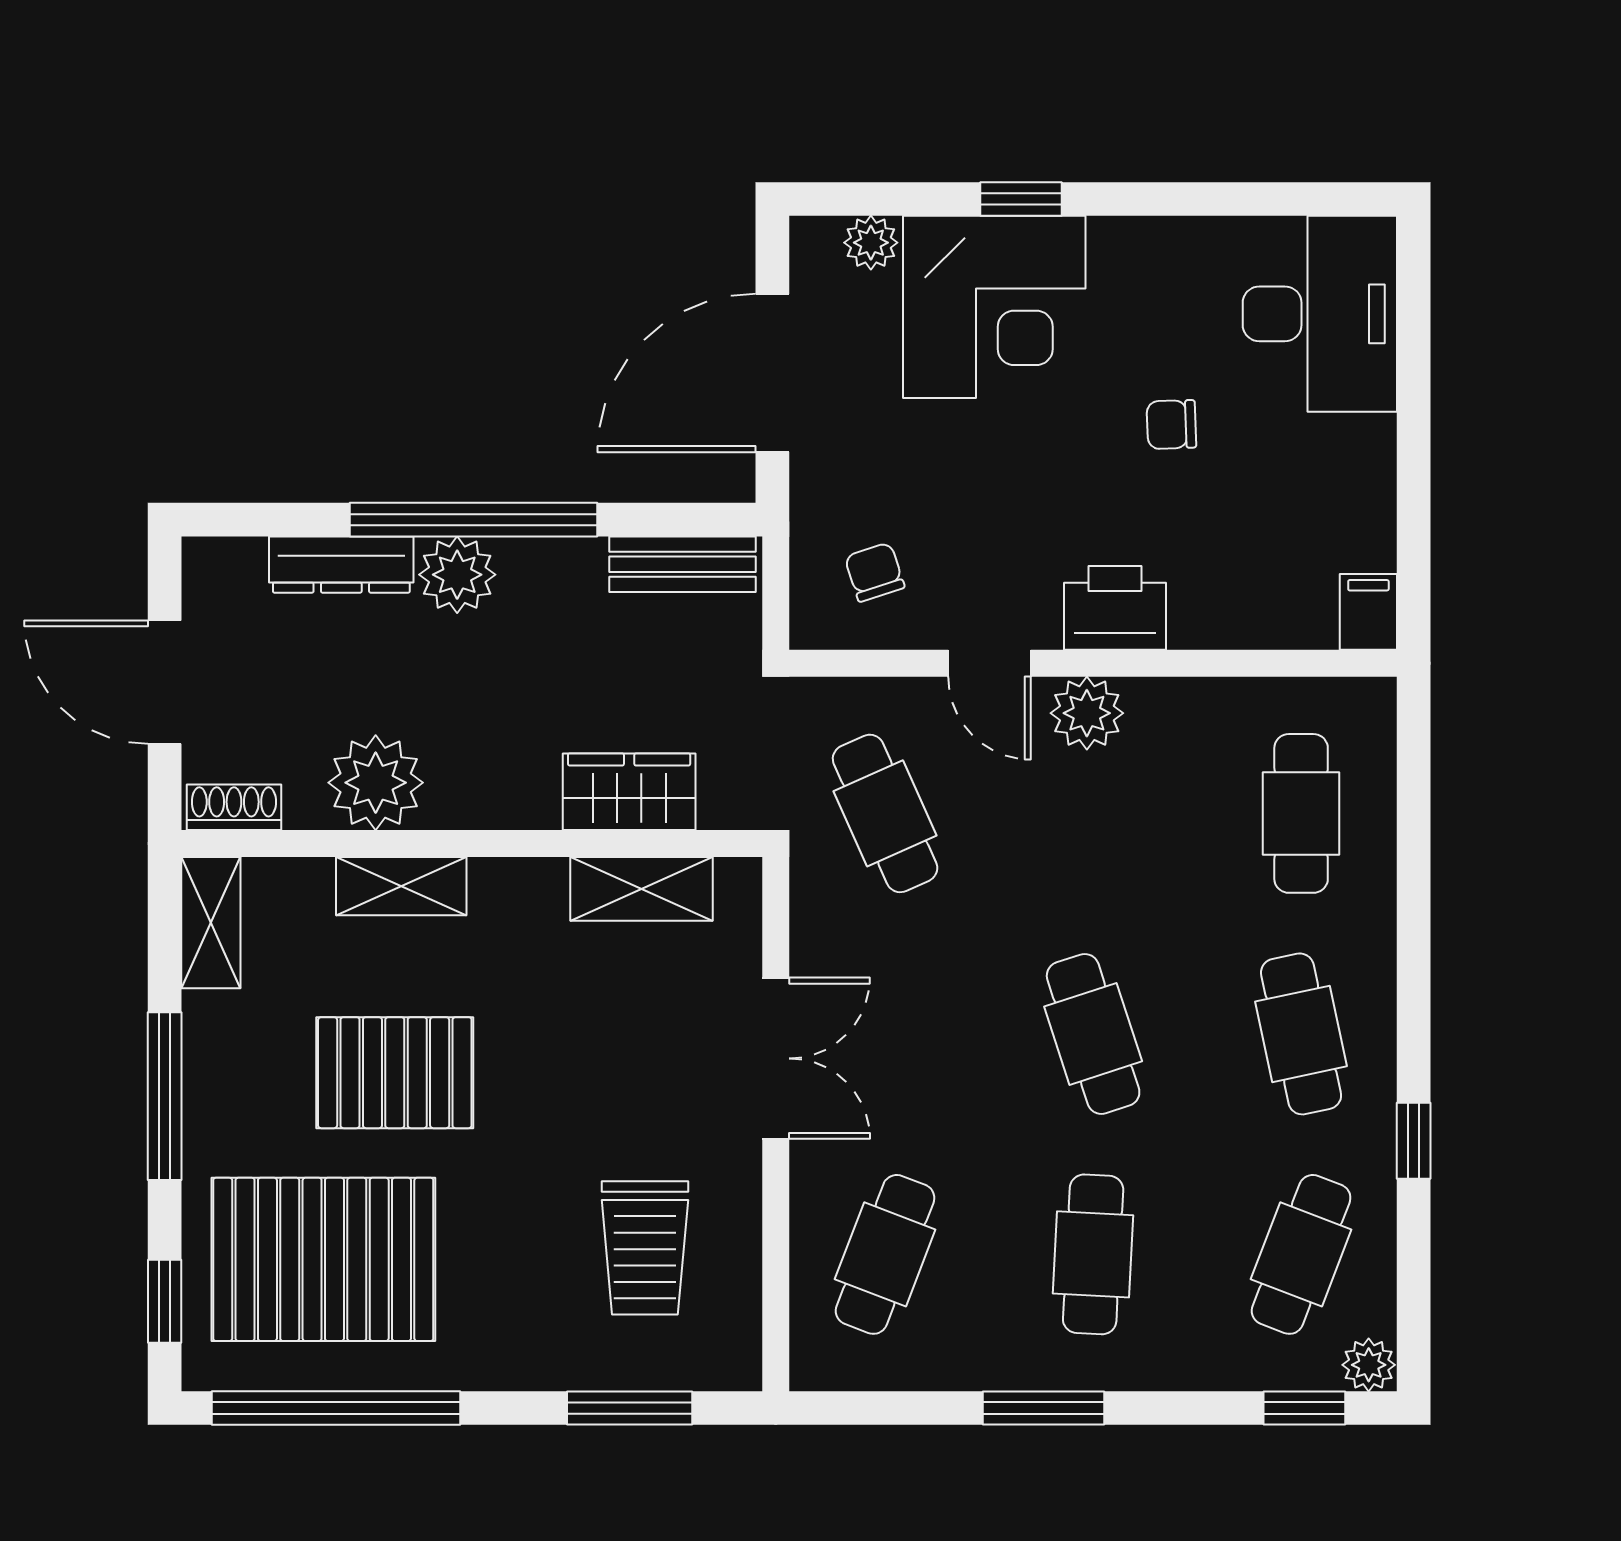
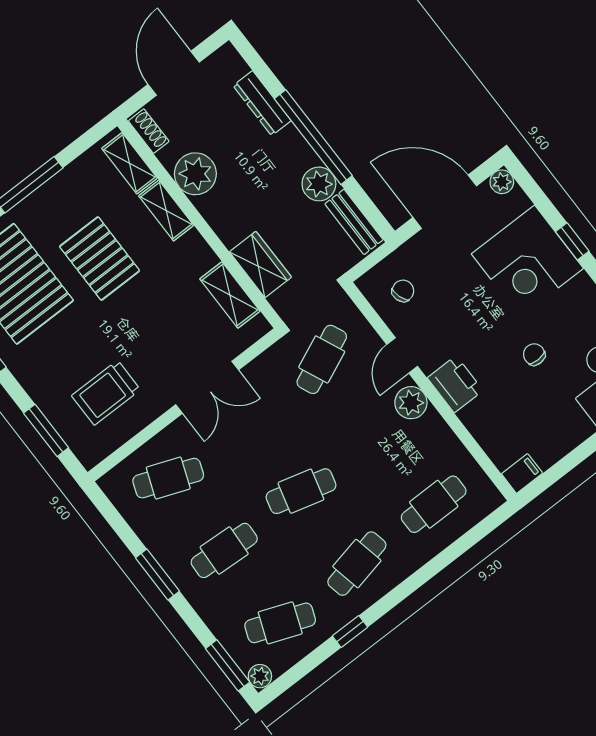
plant: (871, 243) -> (502, 182), moved
plant: (457, 575) -> (319, 184), moved
shelving: (211, 923) -> (130, 163), moved, turned 90
cafe table: (1093, 1034) -> (301, 491), turned 33
window: (1304, 1408) -> (228, 665), width x1.50

